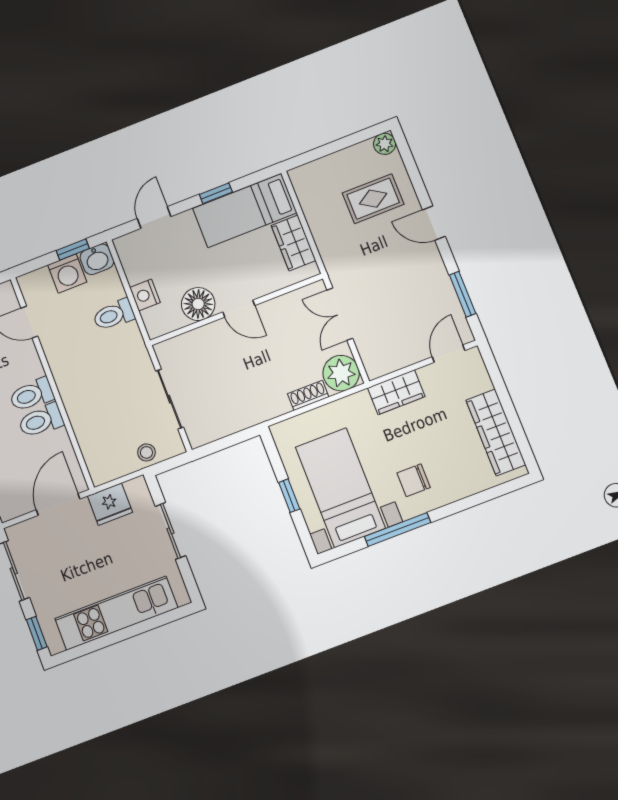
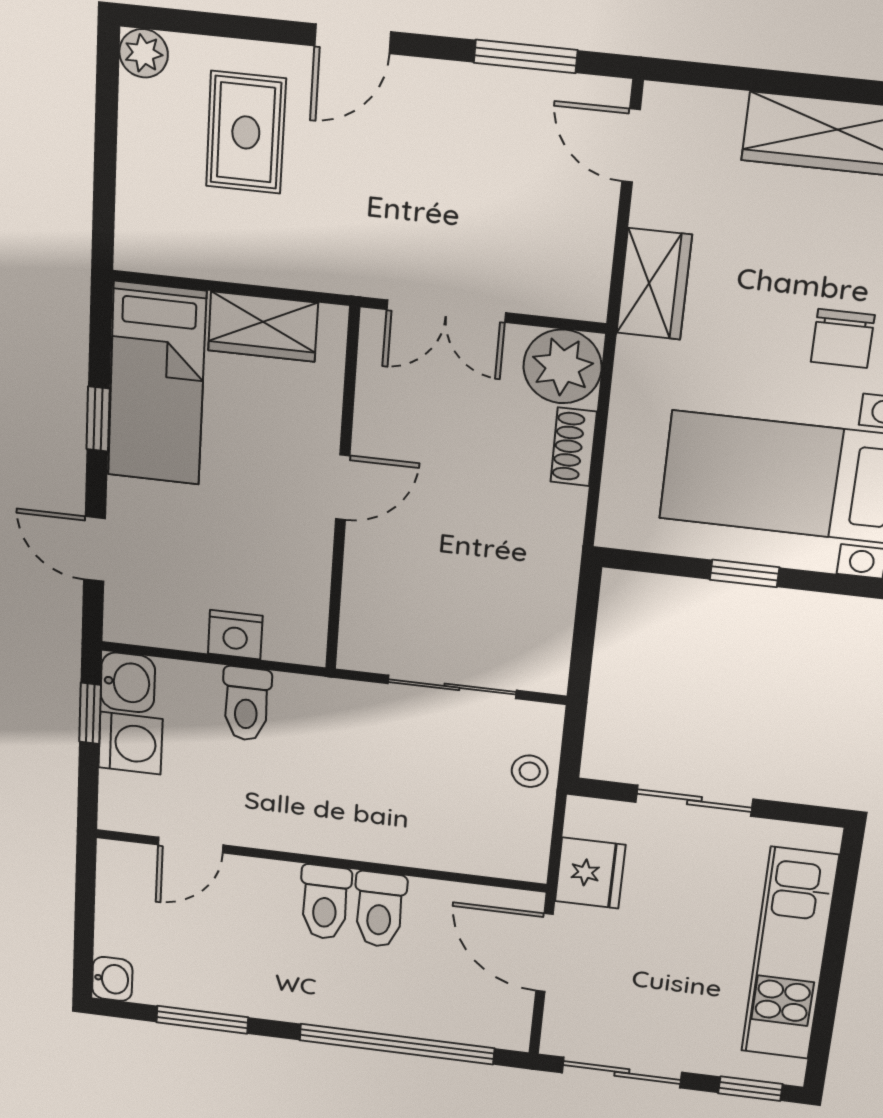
floor lamp: (198, 304) -> (298, 553), removed

